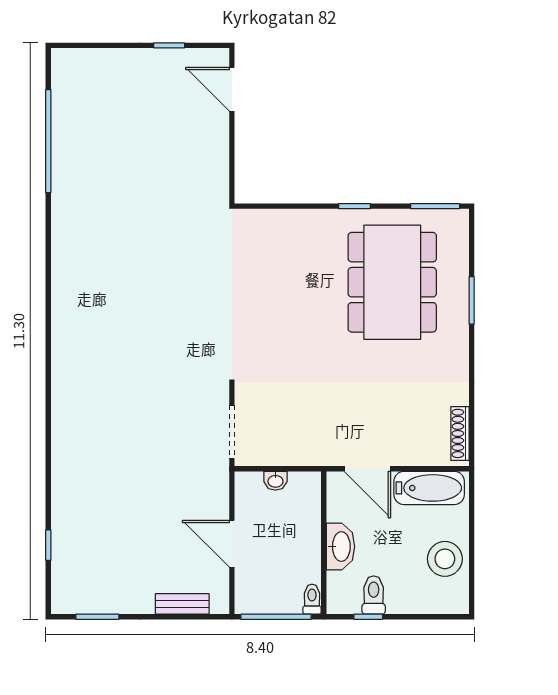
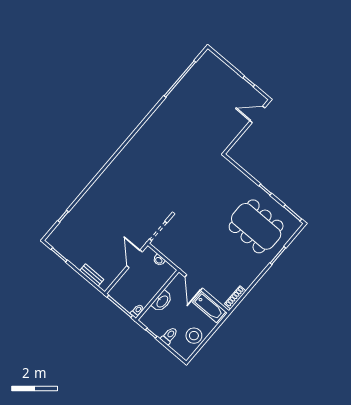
door: (232, 89) -> (257, 114), hinge flipped
dining table: (392, 282) -> (256, 226), turned 90
door: (232, 544) -> (134, 259), moved
toilet: (374, 595) -> (169, 336), moved

